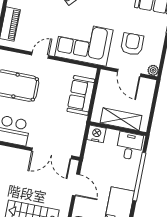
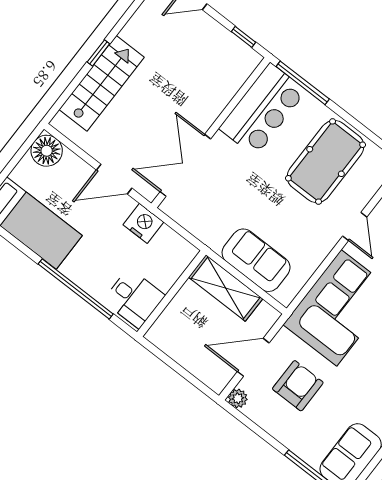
armchair: (132, 44) -> (298, 386), turned -89
shelving: (121, 119) -> (226, 288), moved, turned 90
nightstand: (96, 134) -> (143, 223), moved, turned -90

